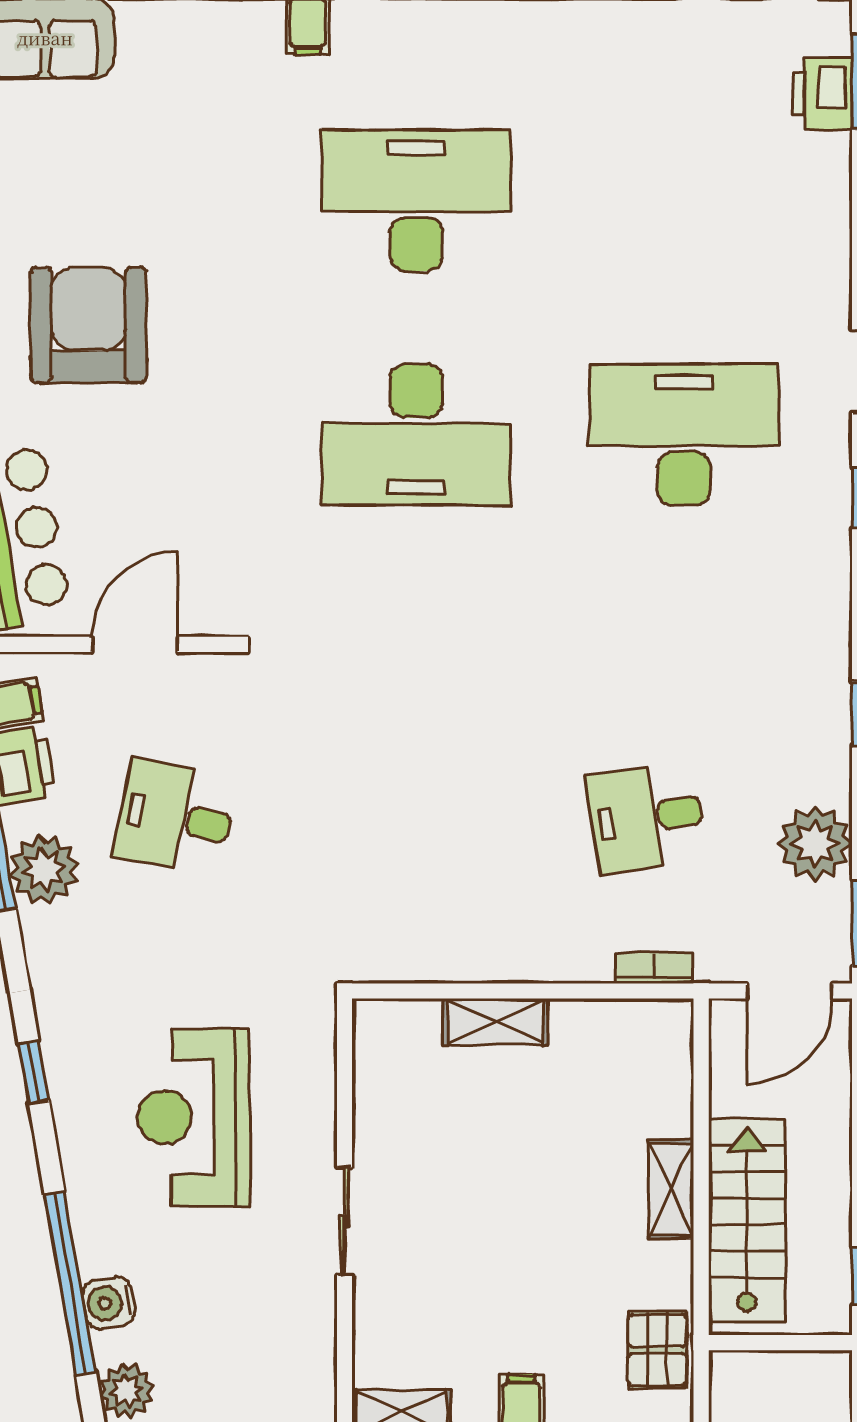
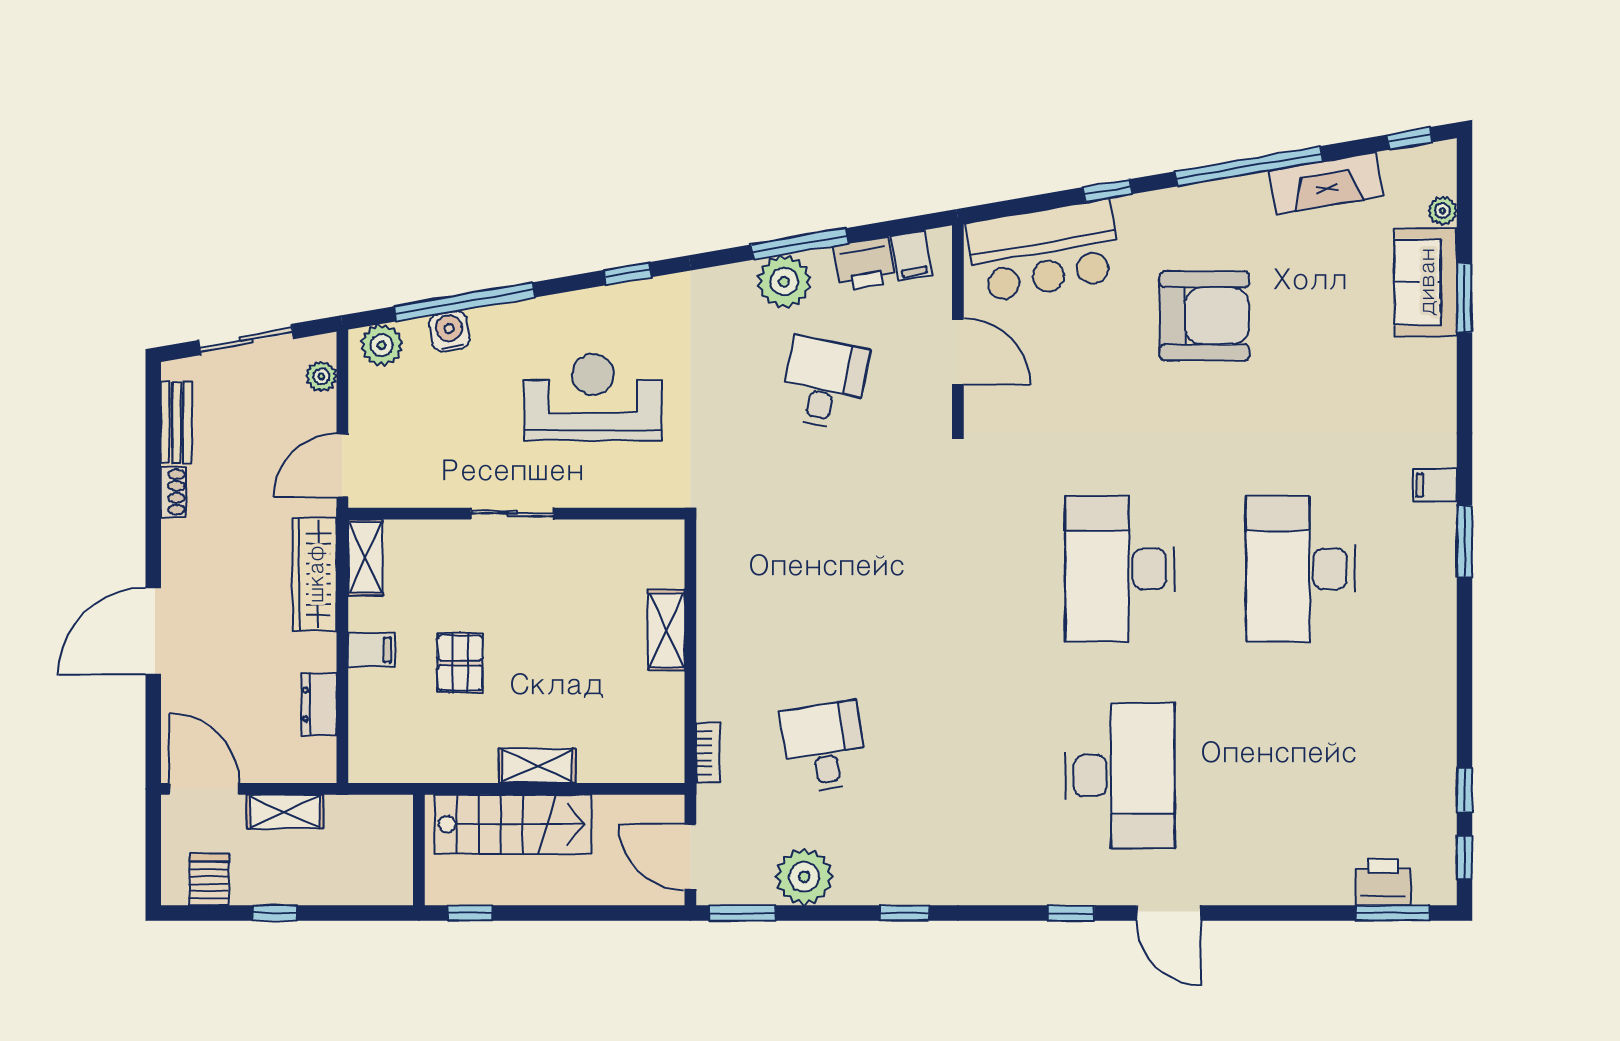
desk: (416, 200) -> (1301, 569), turned 180
pallet: (657, 1350) -> (460, 663), moved, turned 90

